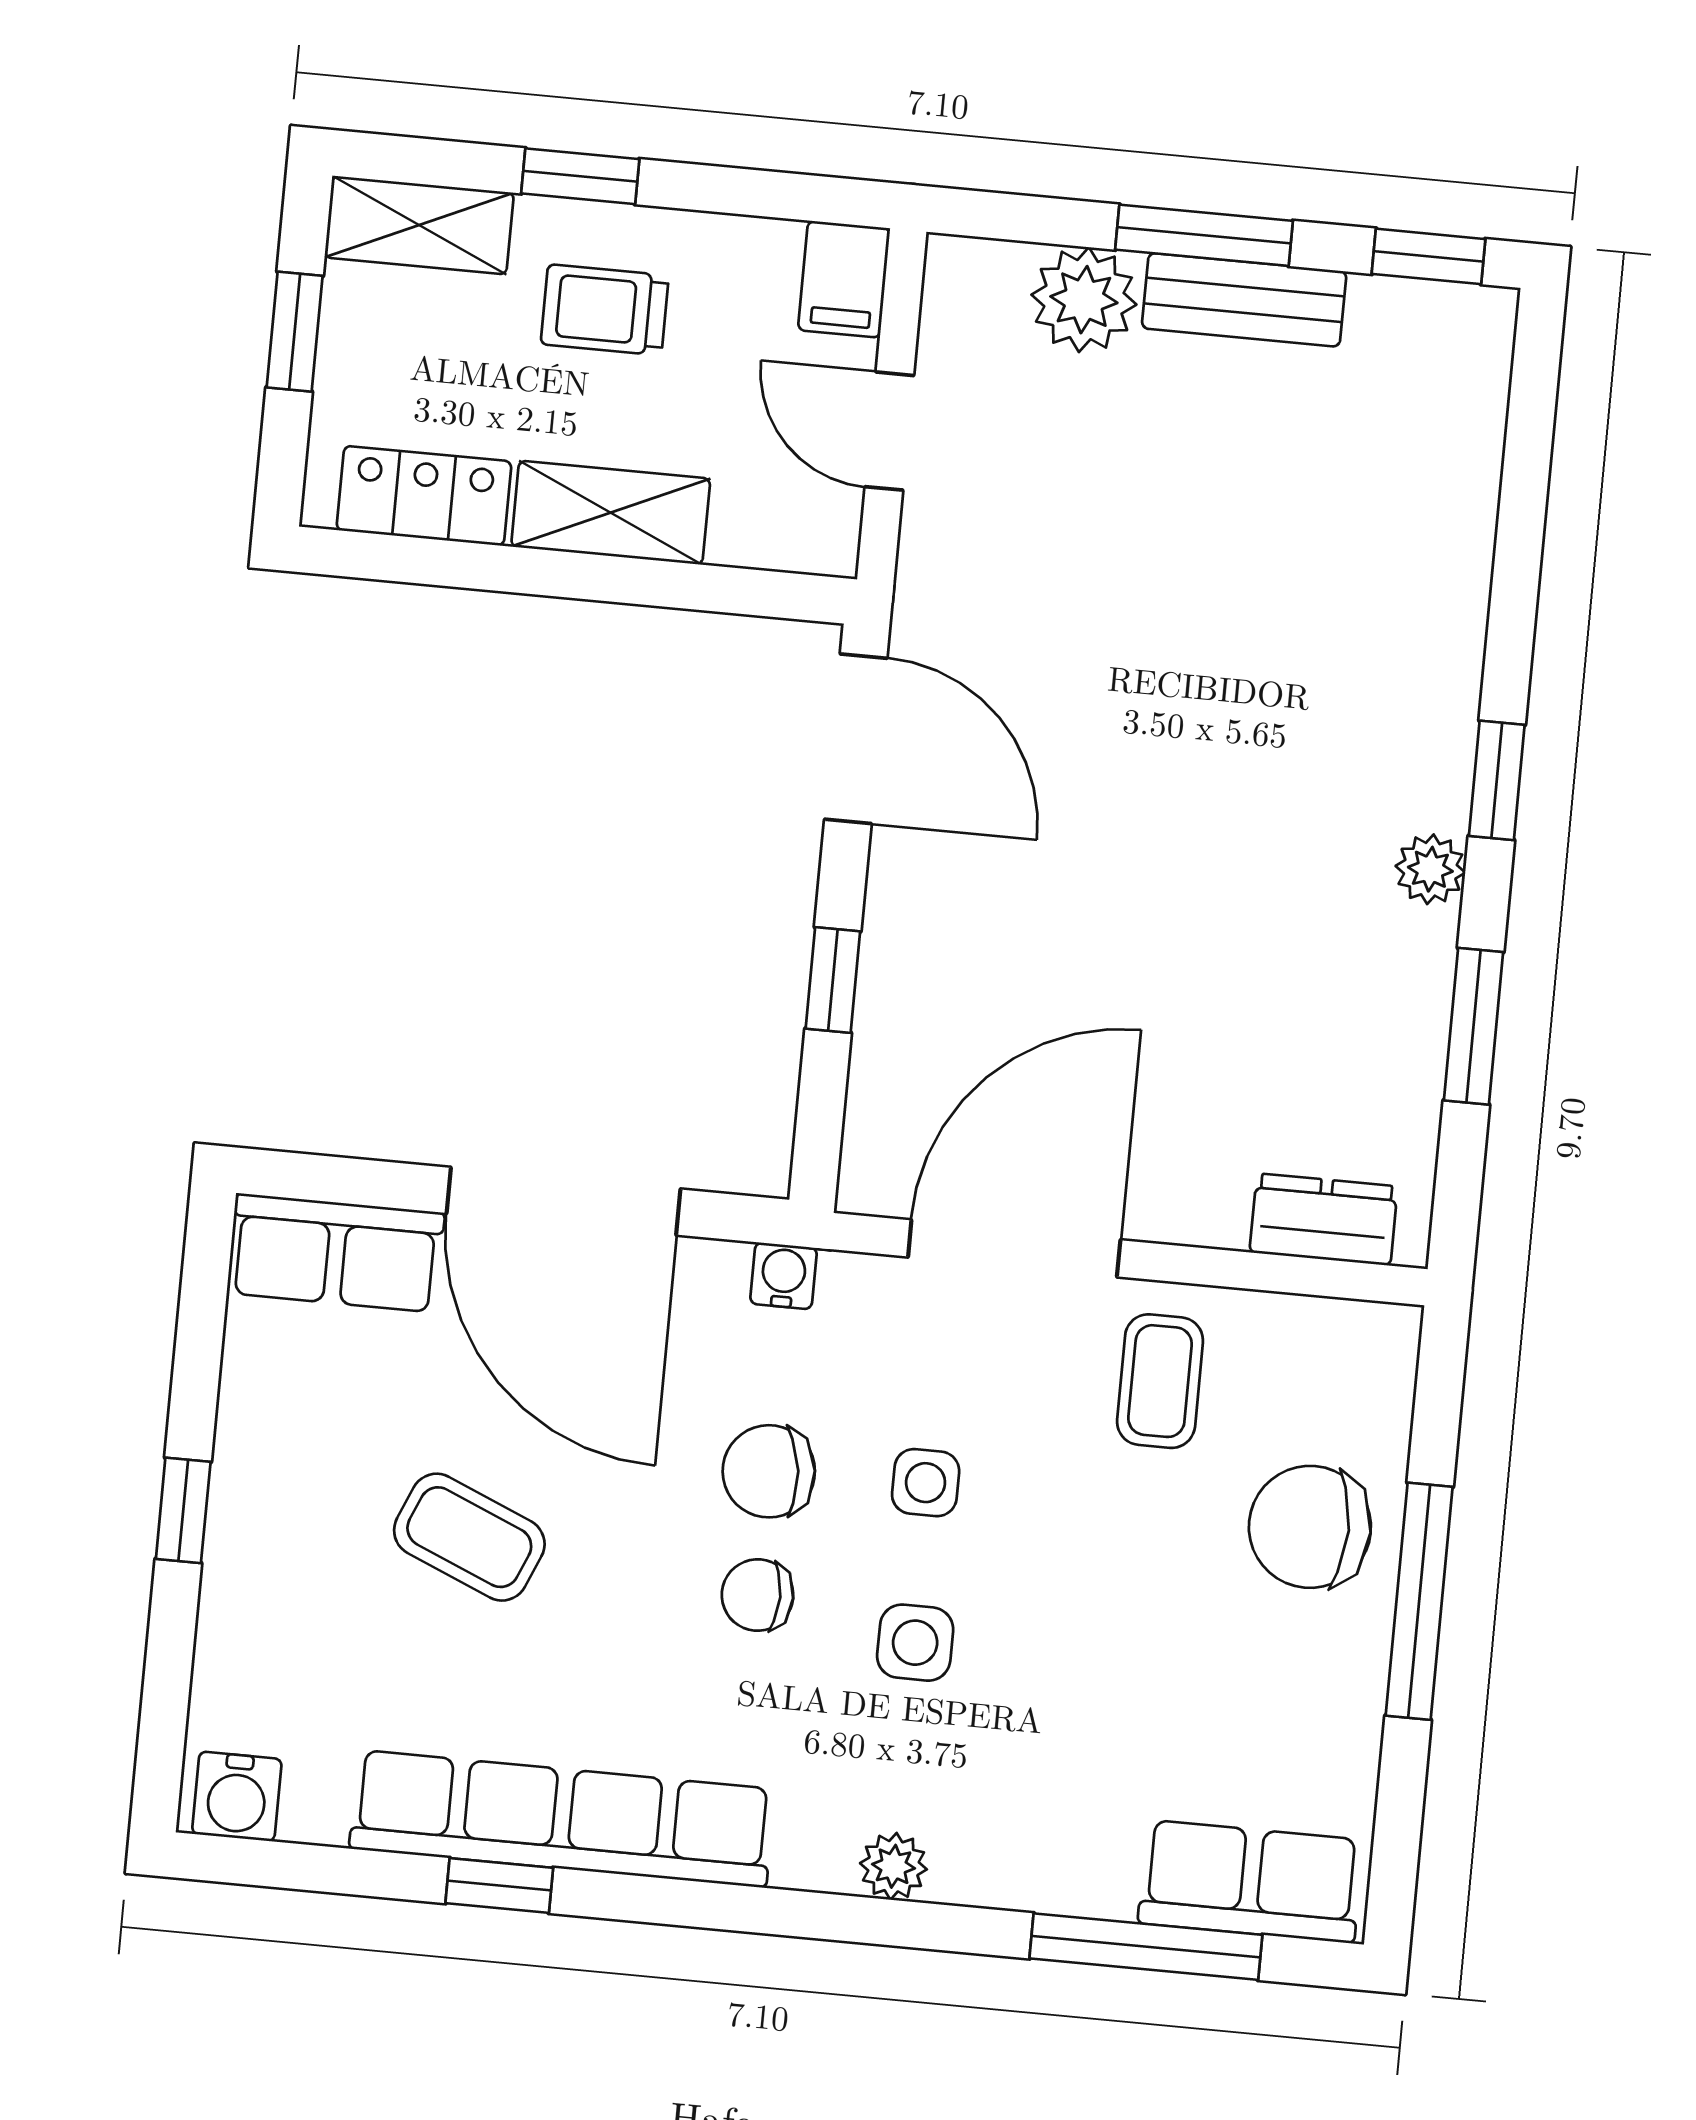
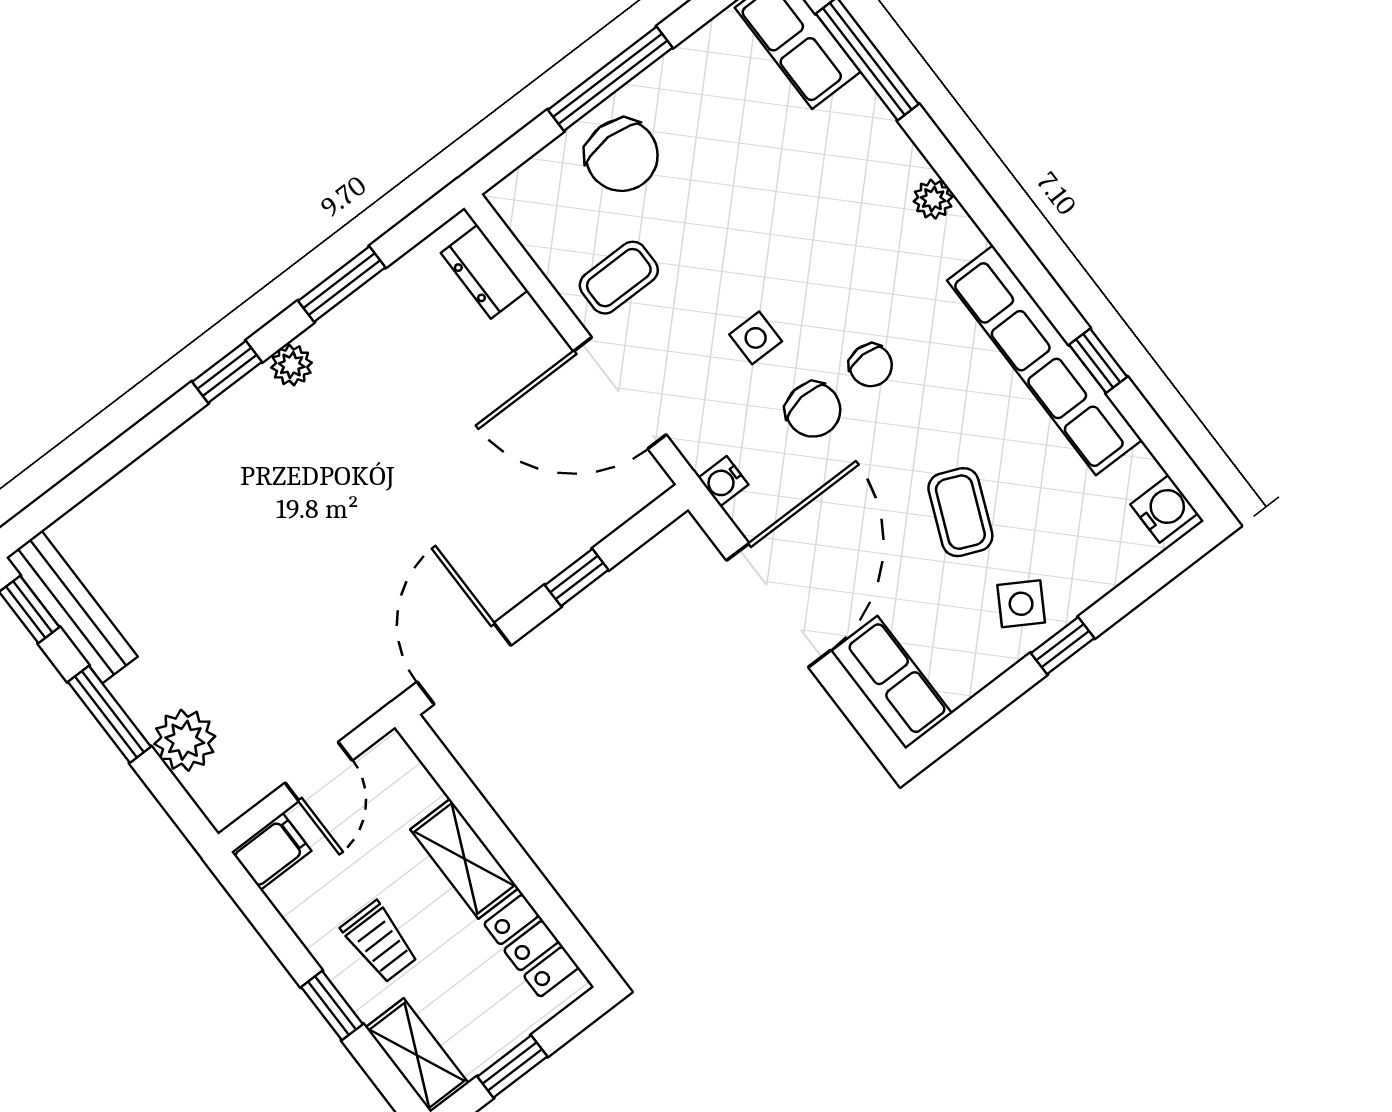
bench: (1244, 300) -> (72, 607), moved, width x1.36
side table: (915, 1643) -> (1021, 604), moved, turned 31

